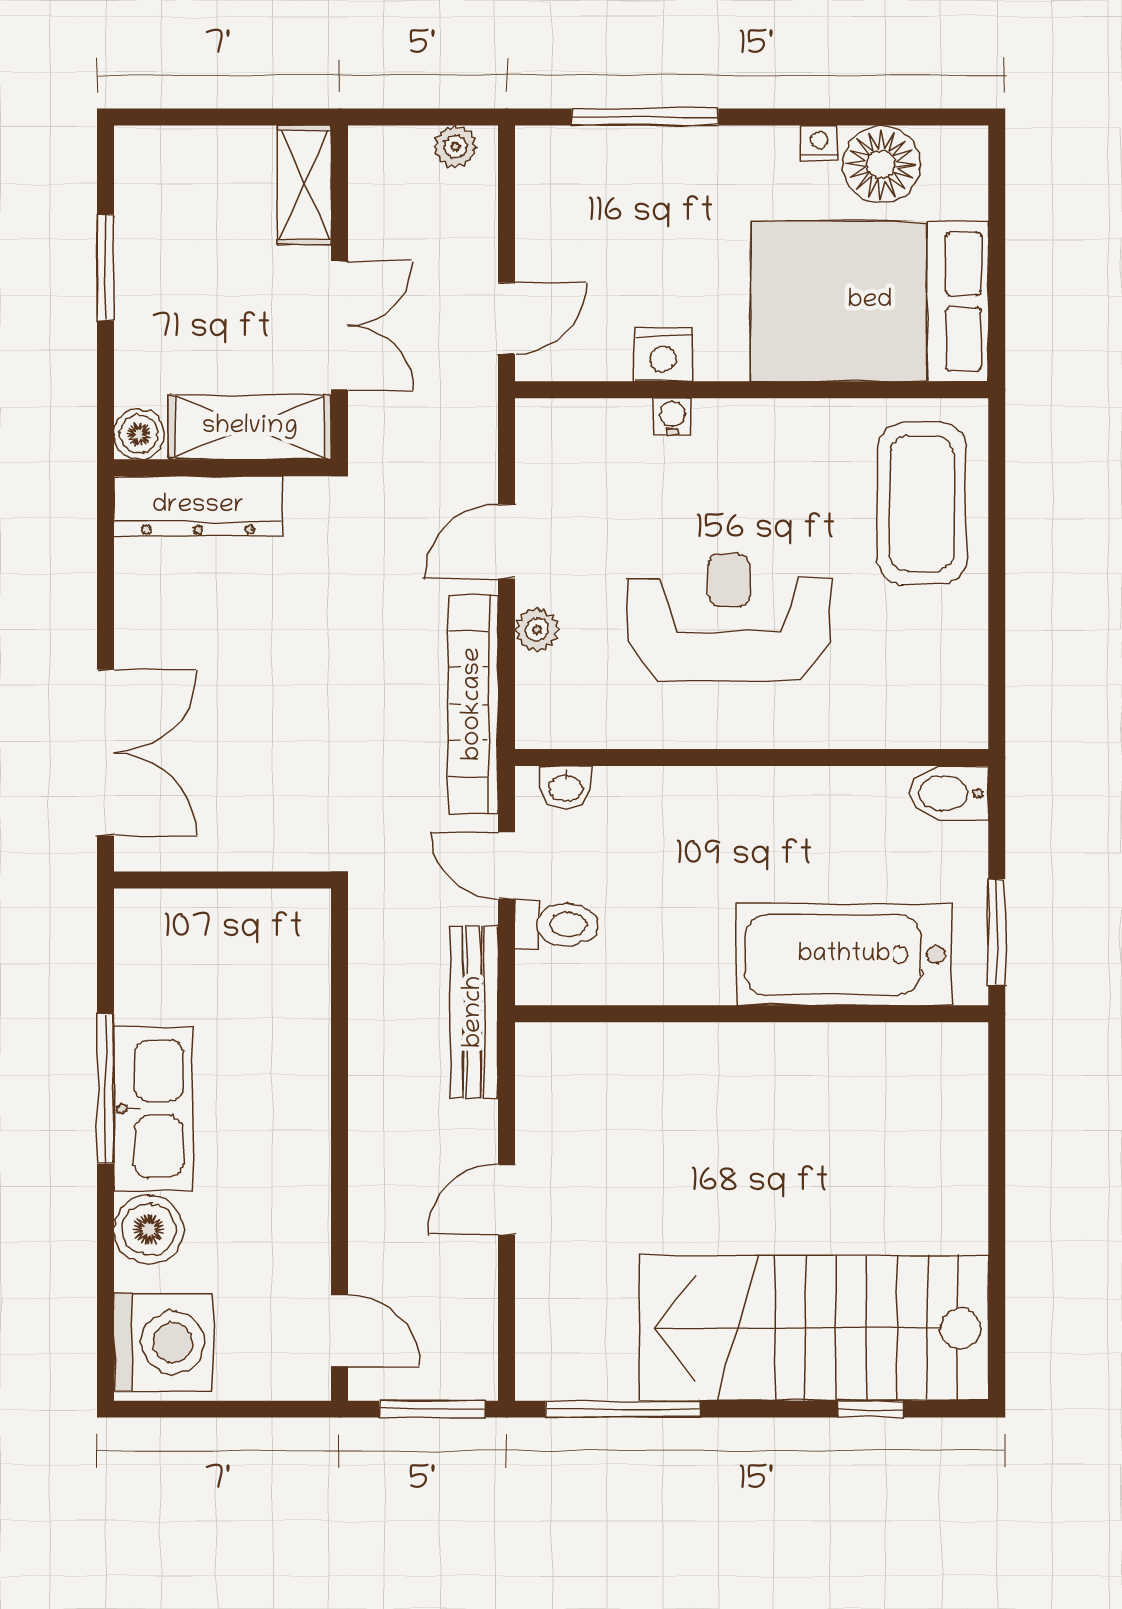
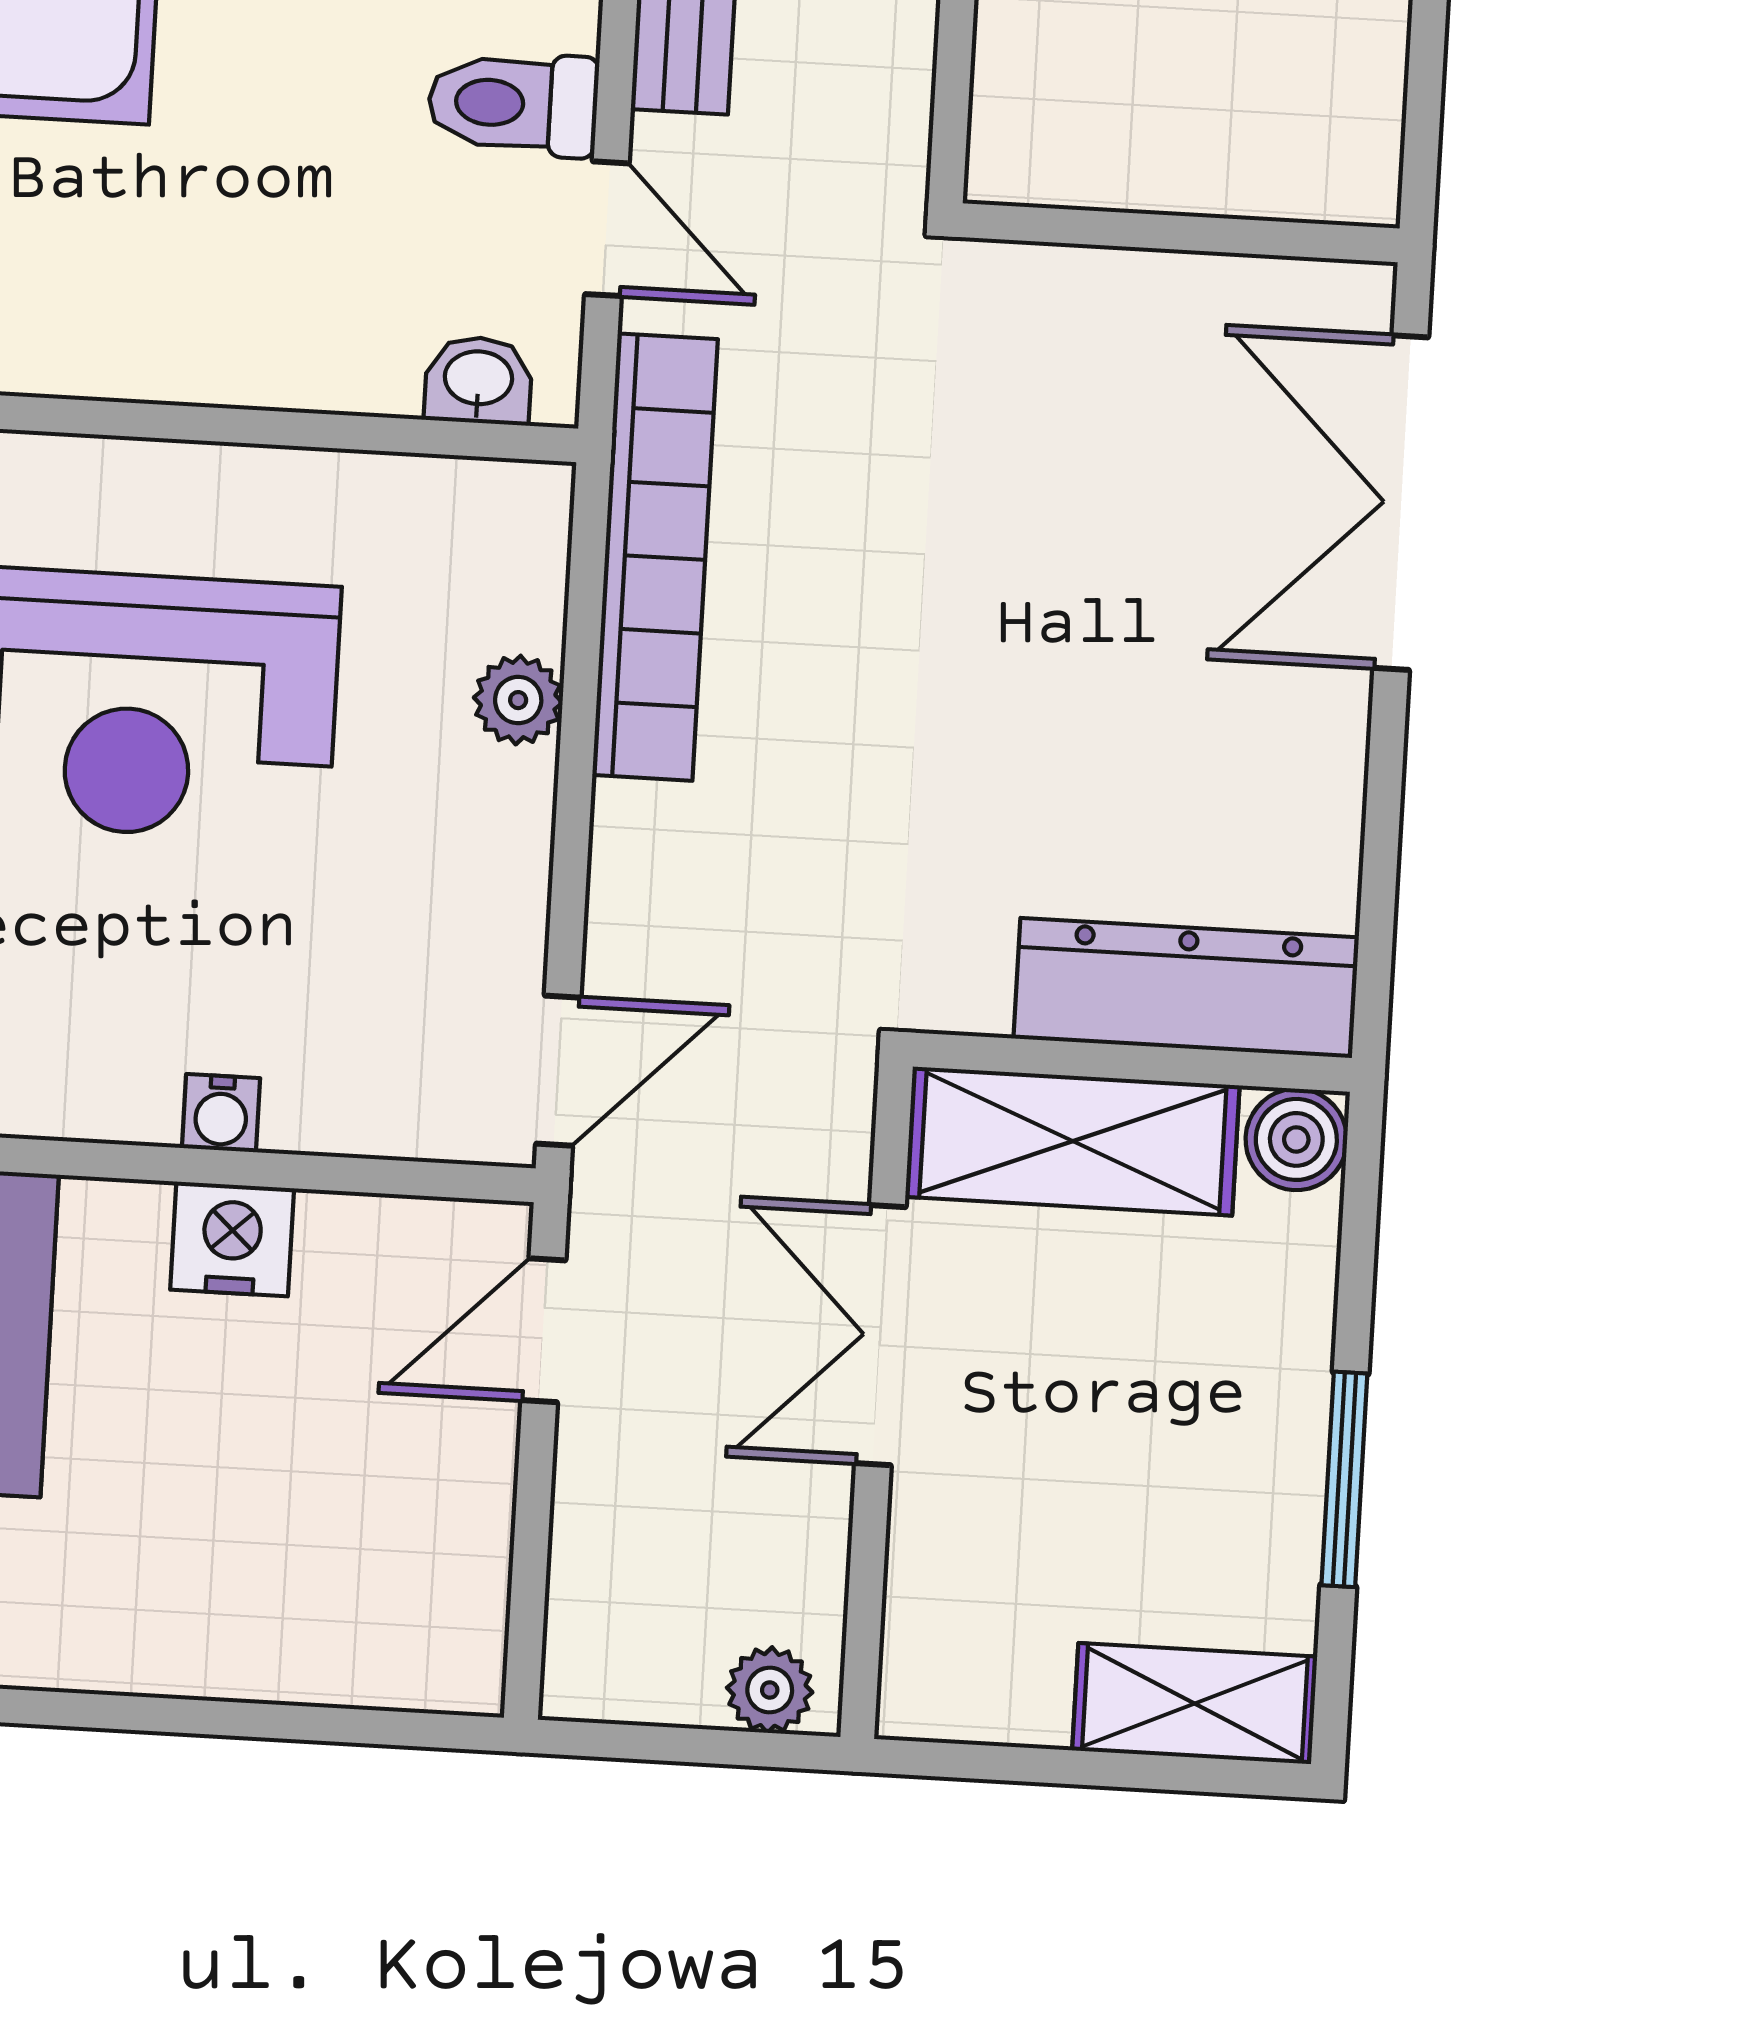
window: (645, 117) -> (241, 1719), removed
plant: (455, 147) -> (770, 1690), moved
shelving: (304, 185) -> (1195, 1704), moved, turned 90
door: (507, 541) -> (558, 1071), moved

